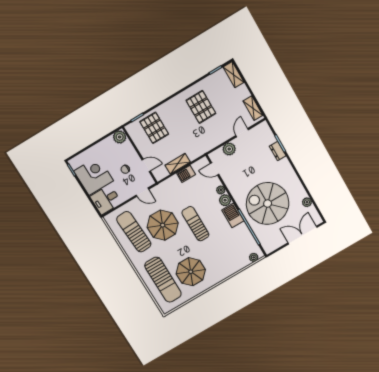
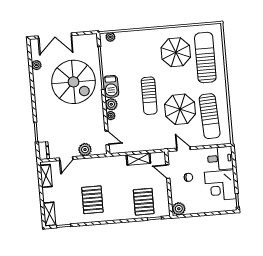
dresser: (278, 151) -> (44, 151), moved
barbecue: (186, 174) -> (135, 146), removed

